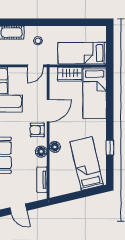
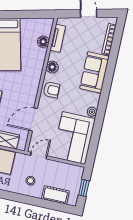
door: (48, 111) -> (33, 119), moved
floor lamp: (55, 147) -> (43, 42), moved

